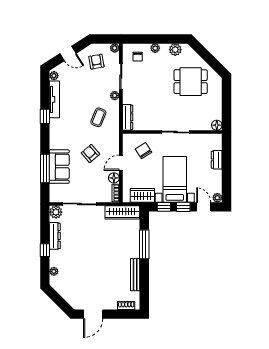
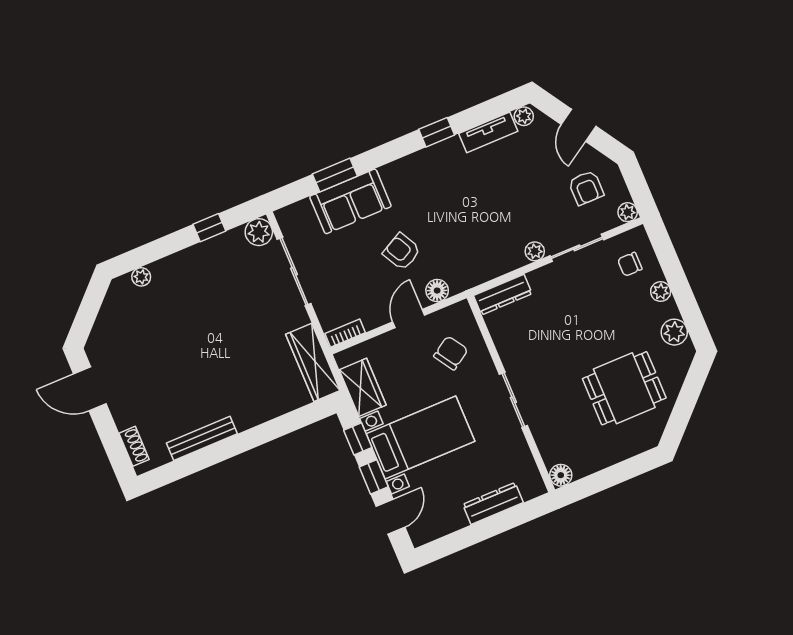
armchair: (96, 62) -> (586, 188), turned 100
dining table: (191, 82) -> (624, 388), turned 90
tv unit: (54, 99) -> (488, 132), width x0.71
coffee table: (98, 117) -> (479, 237), removed
armchair: (90, 153) -> (402, 252), turned -77
dresser: (217, 160) -> (493, 503), width x1.44
door: (121, 163) -> (409, 319), hinge flipped
window: (45, 169) -> (335, 175), width x0.69
floor lamp: (114, 178) -> (437, 291), moved
plant: (217, 198) -> (420, 536), removed
dresser: (55, 236) -> (211, 250), removed
window: (144, 244) -> (268, 431), removed
window: (45, 250) -> (209, 228), moved

